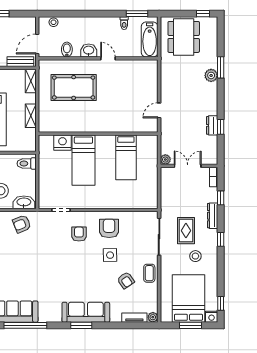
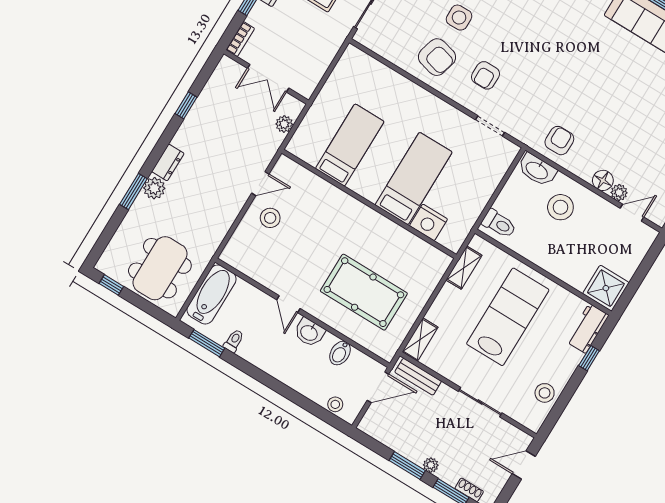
stool: (144, 96) -> (270, 218), added
shelving: (31, 116) -> (464, 268), moved
dresser: (212, 125) -> (168, 162), moved
plant: (165, 160) -> (284, 124), moved
armchair: (22, 224) -> (559, 141), turned -68
armchair: (109, 228) -> (437, 57), turned -75

